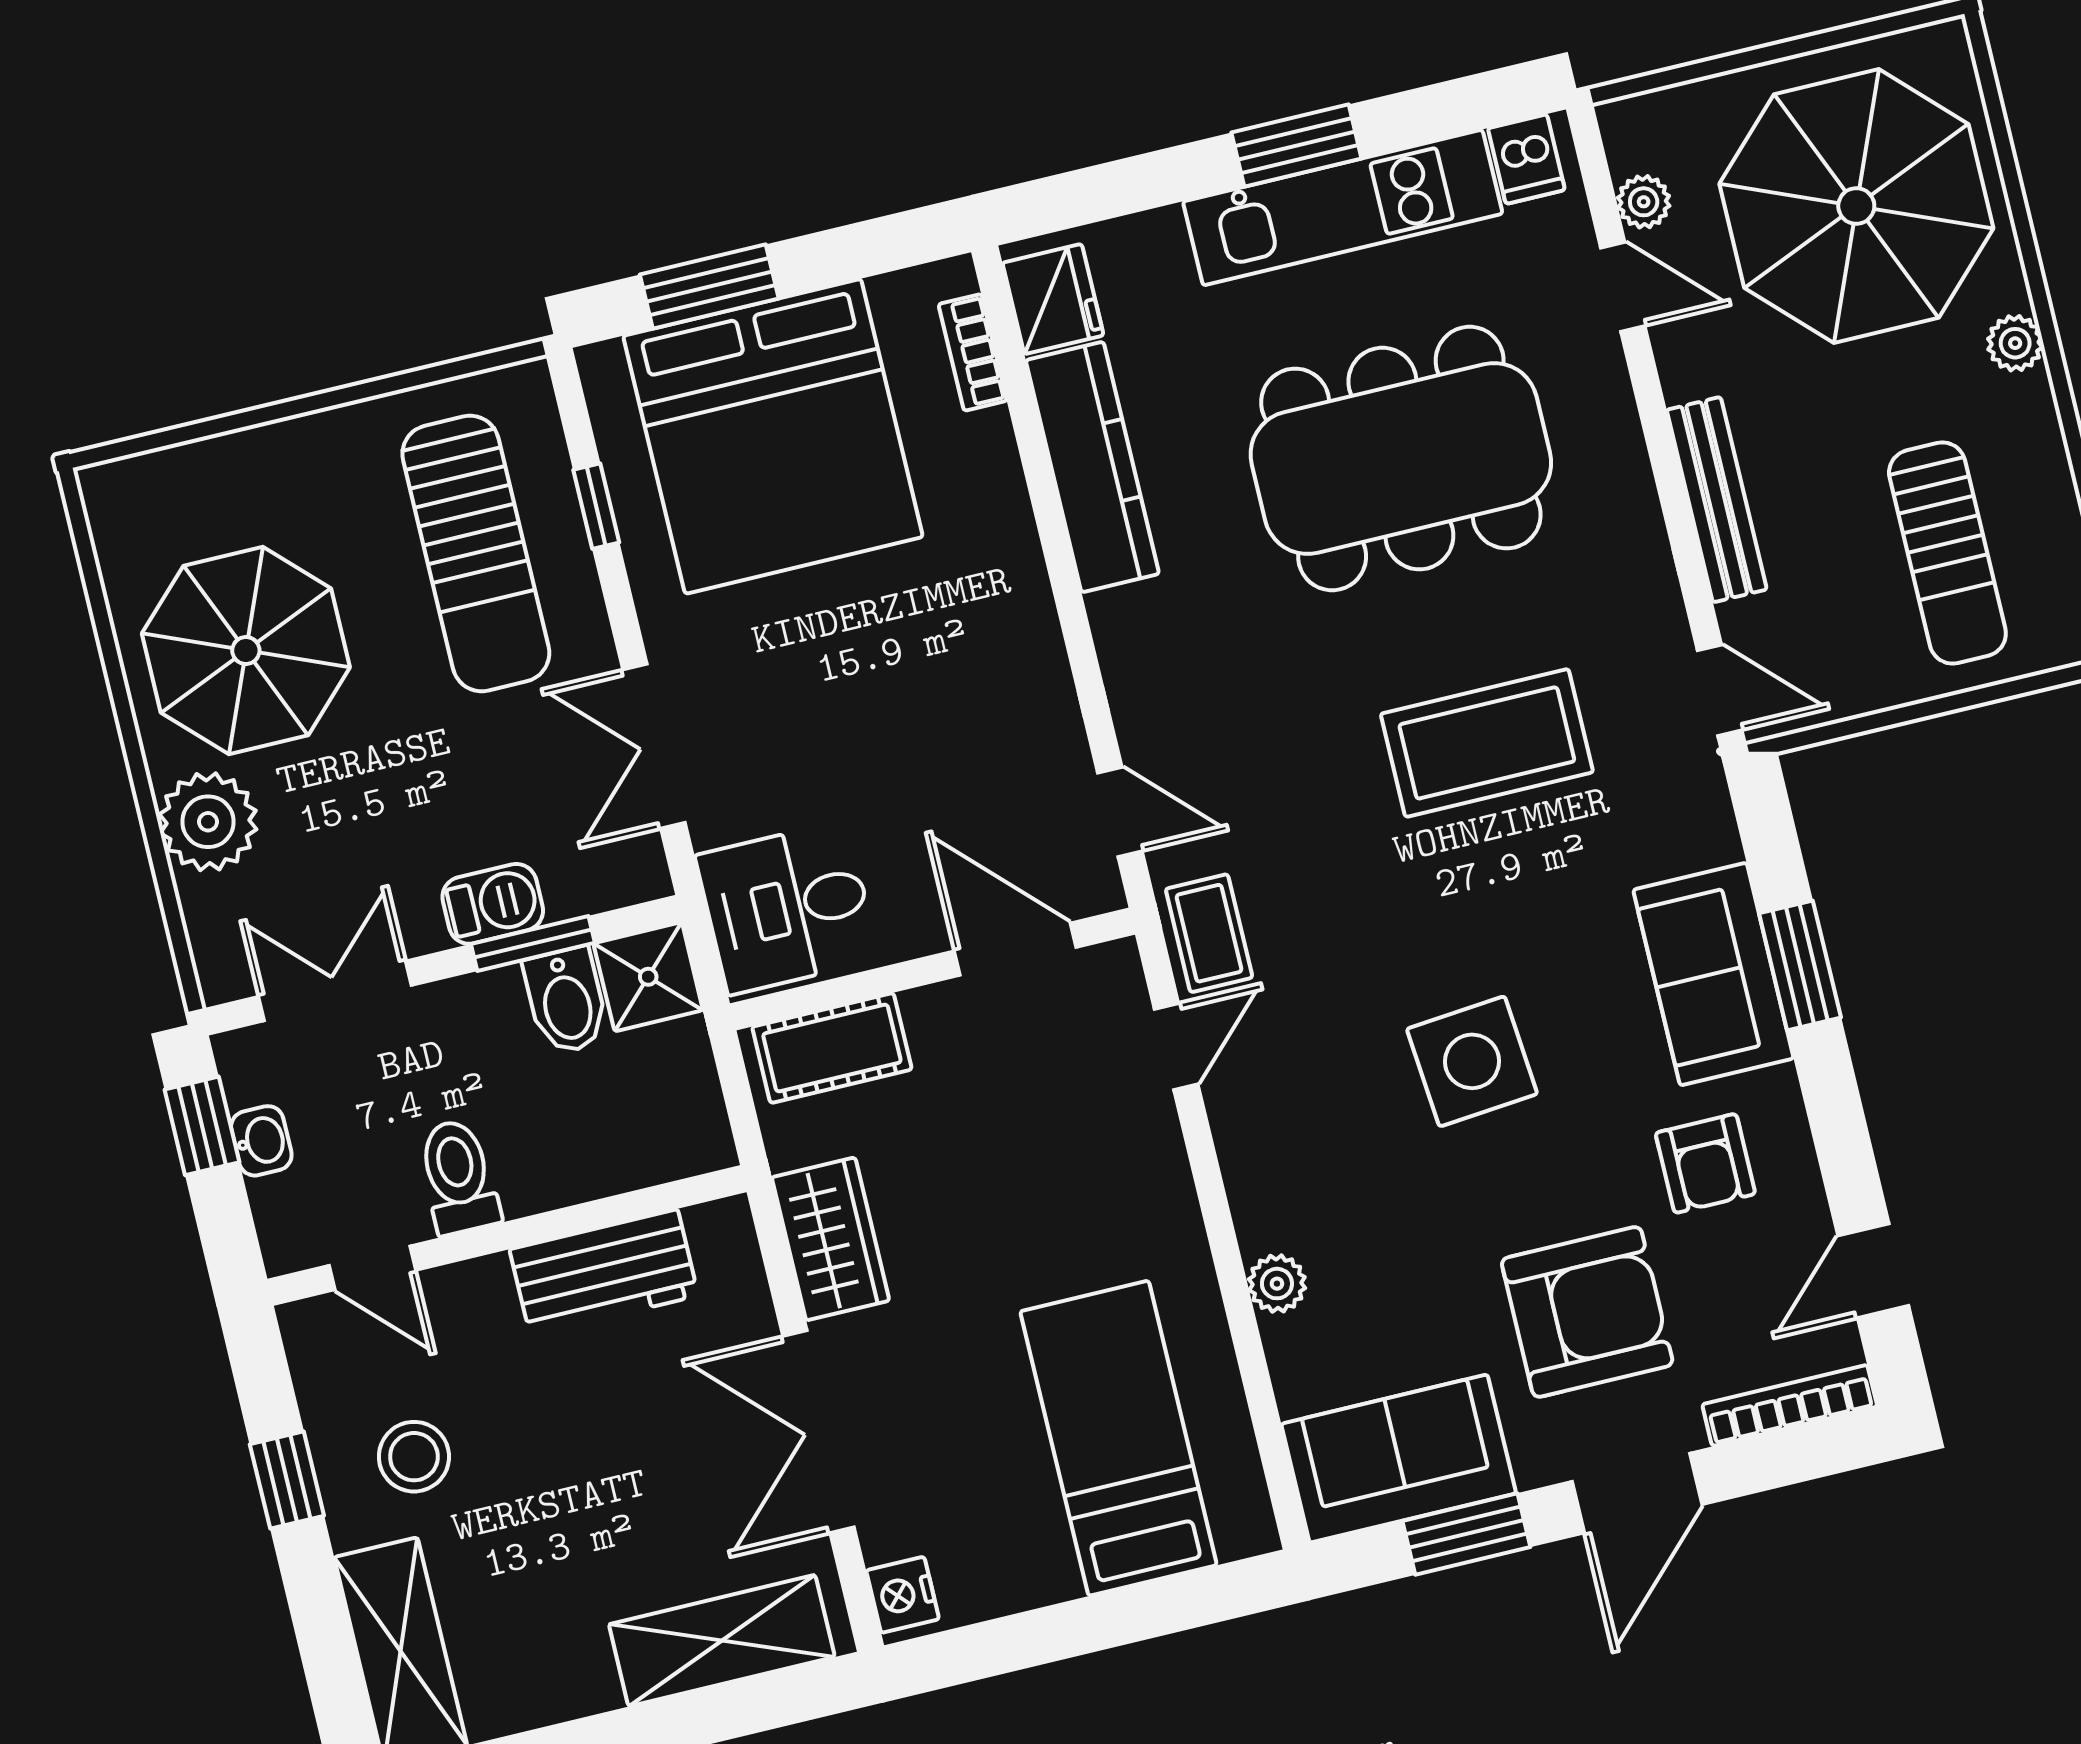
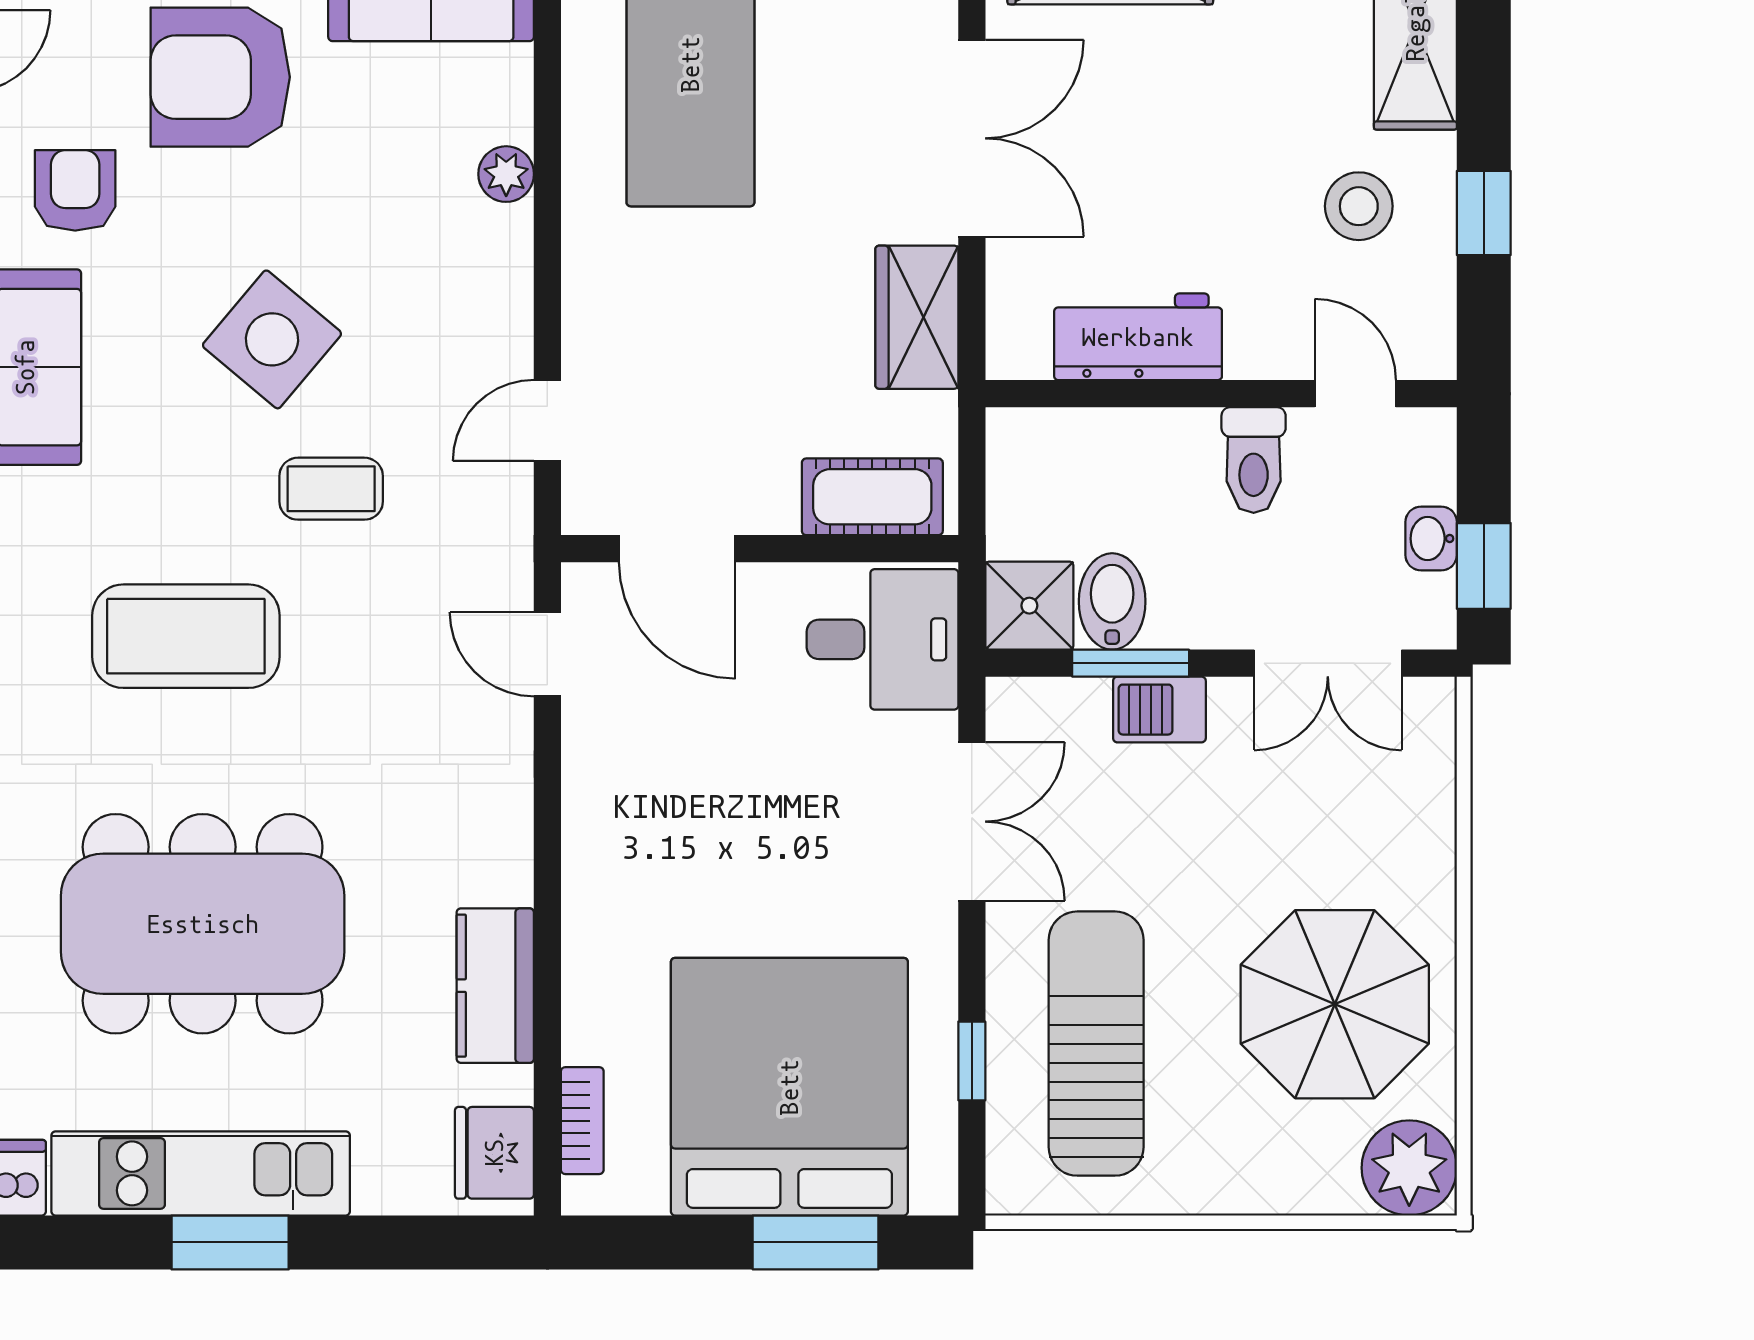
kitchen counter: (1092, 467) -> (495, 986), width x0.67
plant: (208, 822) -> (1409, 1168), moved
coffee table: (1209, 933) -> (331, 489), moved, turned 90
side table: (1472, 1061) -> (272, 339), turned 45

